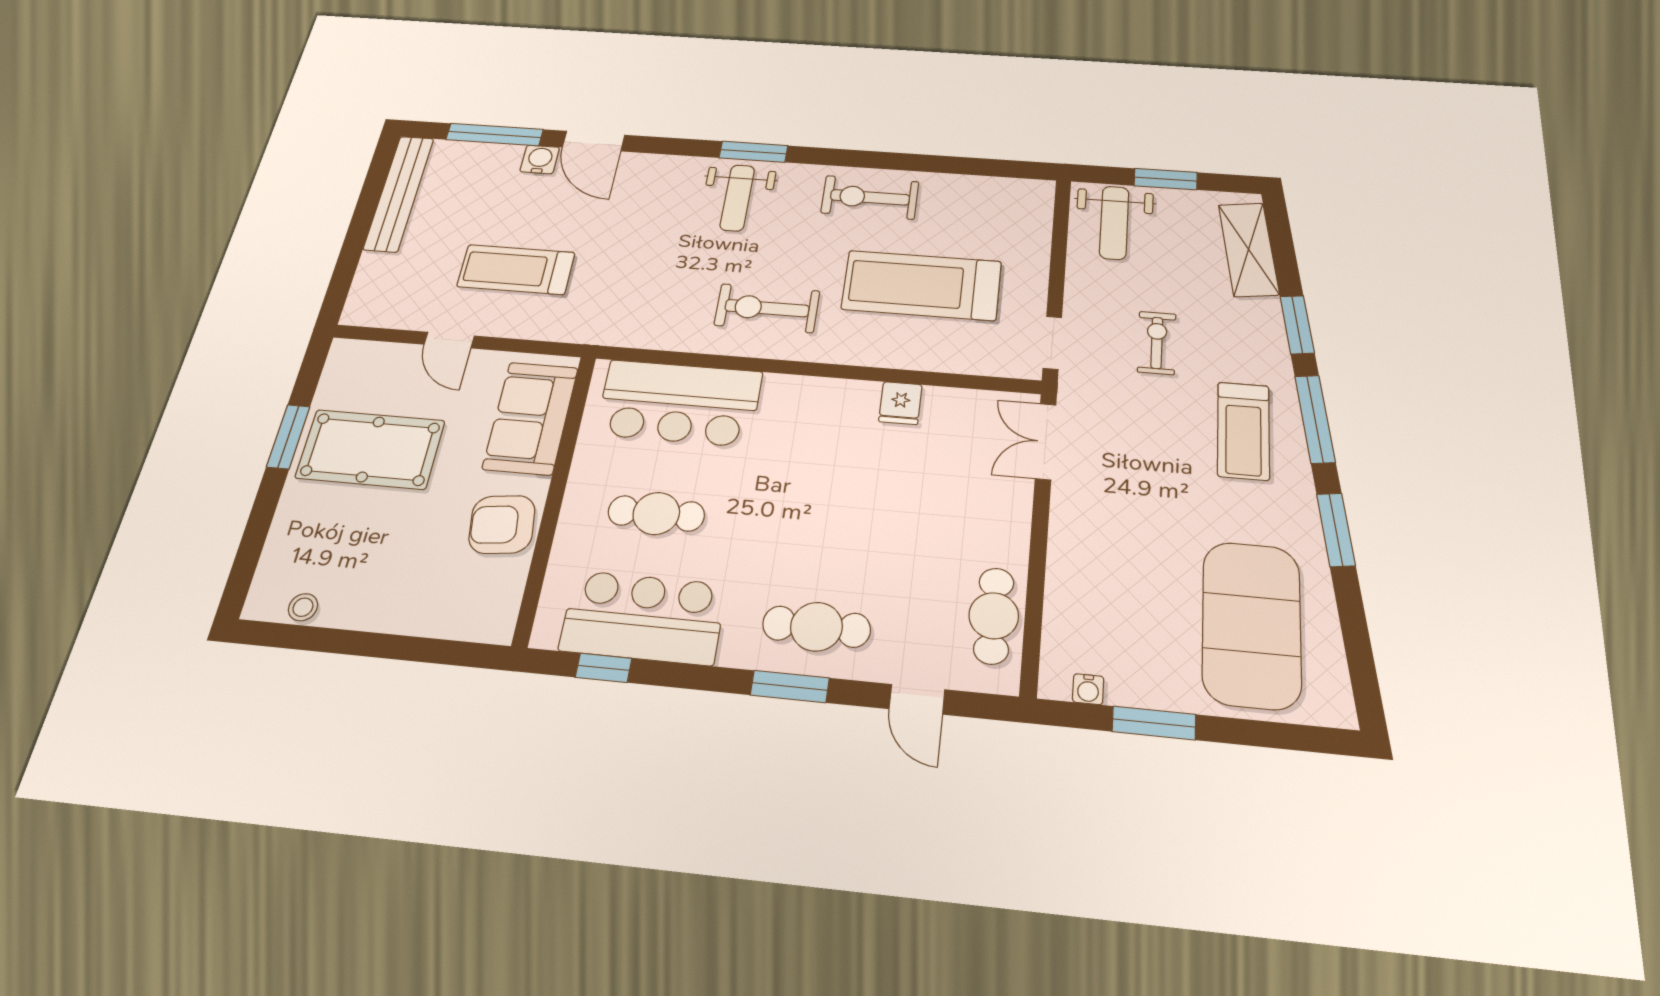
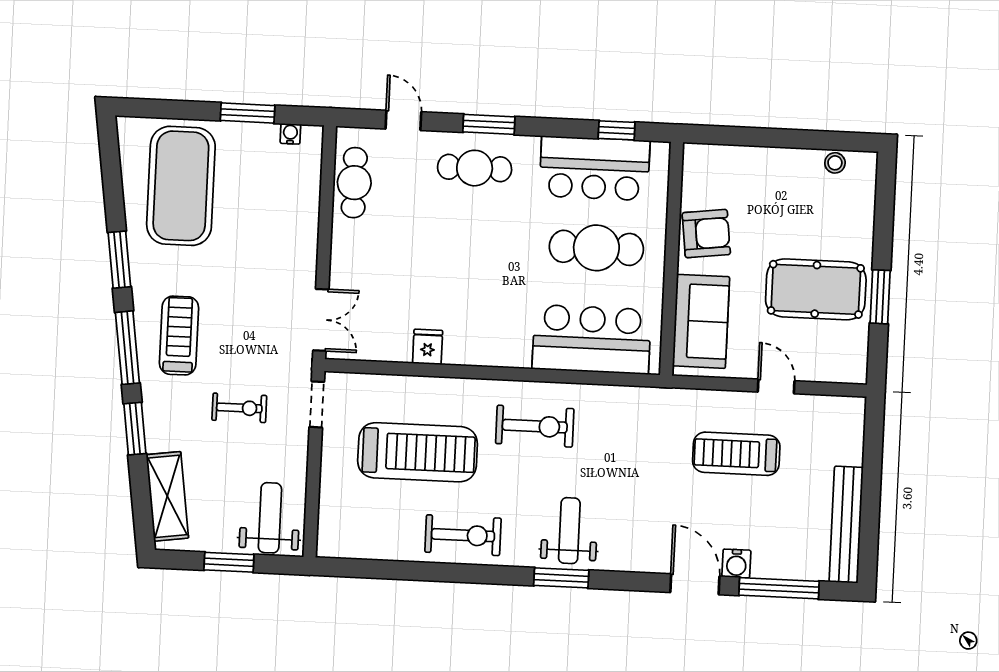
treadmill: (516, 270) -> (736, 454), turned 180
exercise bike: (1157, 343) -> (239, 408), turned -90
cafe table: (656, 513) -> (596, 248), width x1.37, depth x1.35

